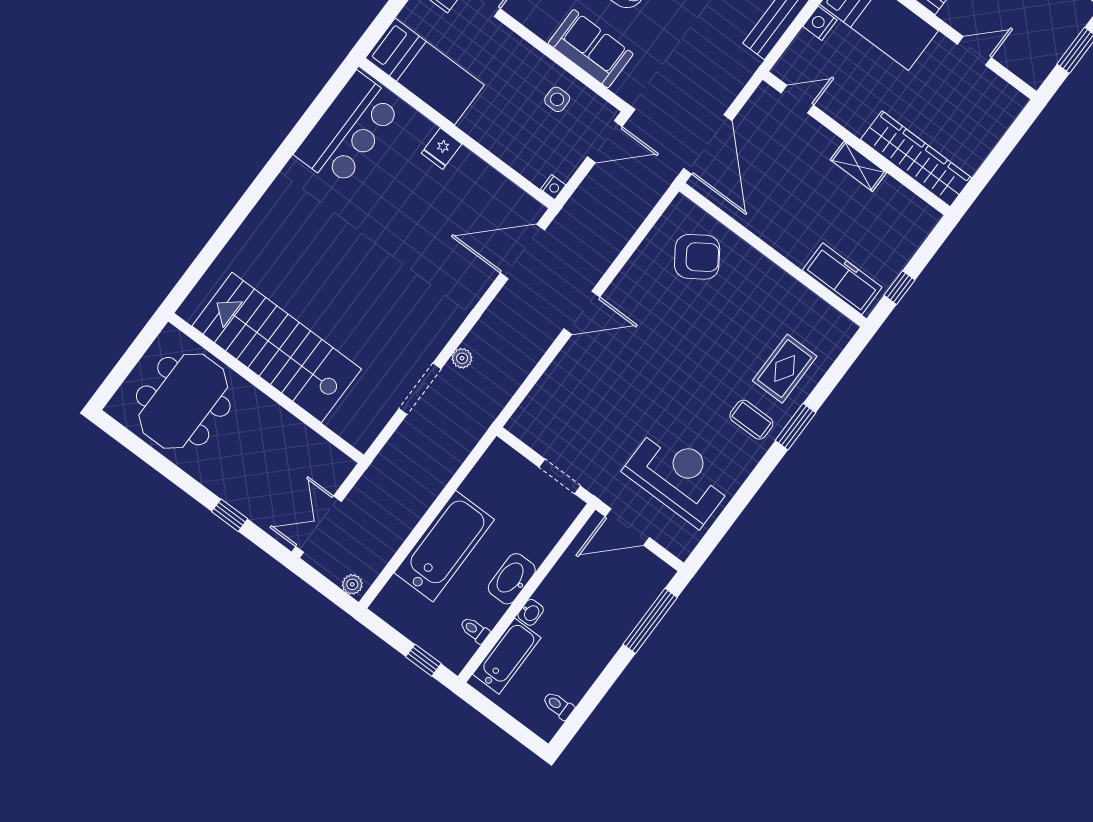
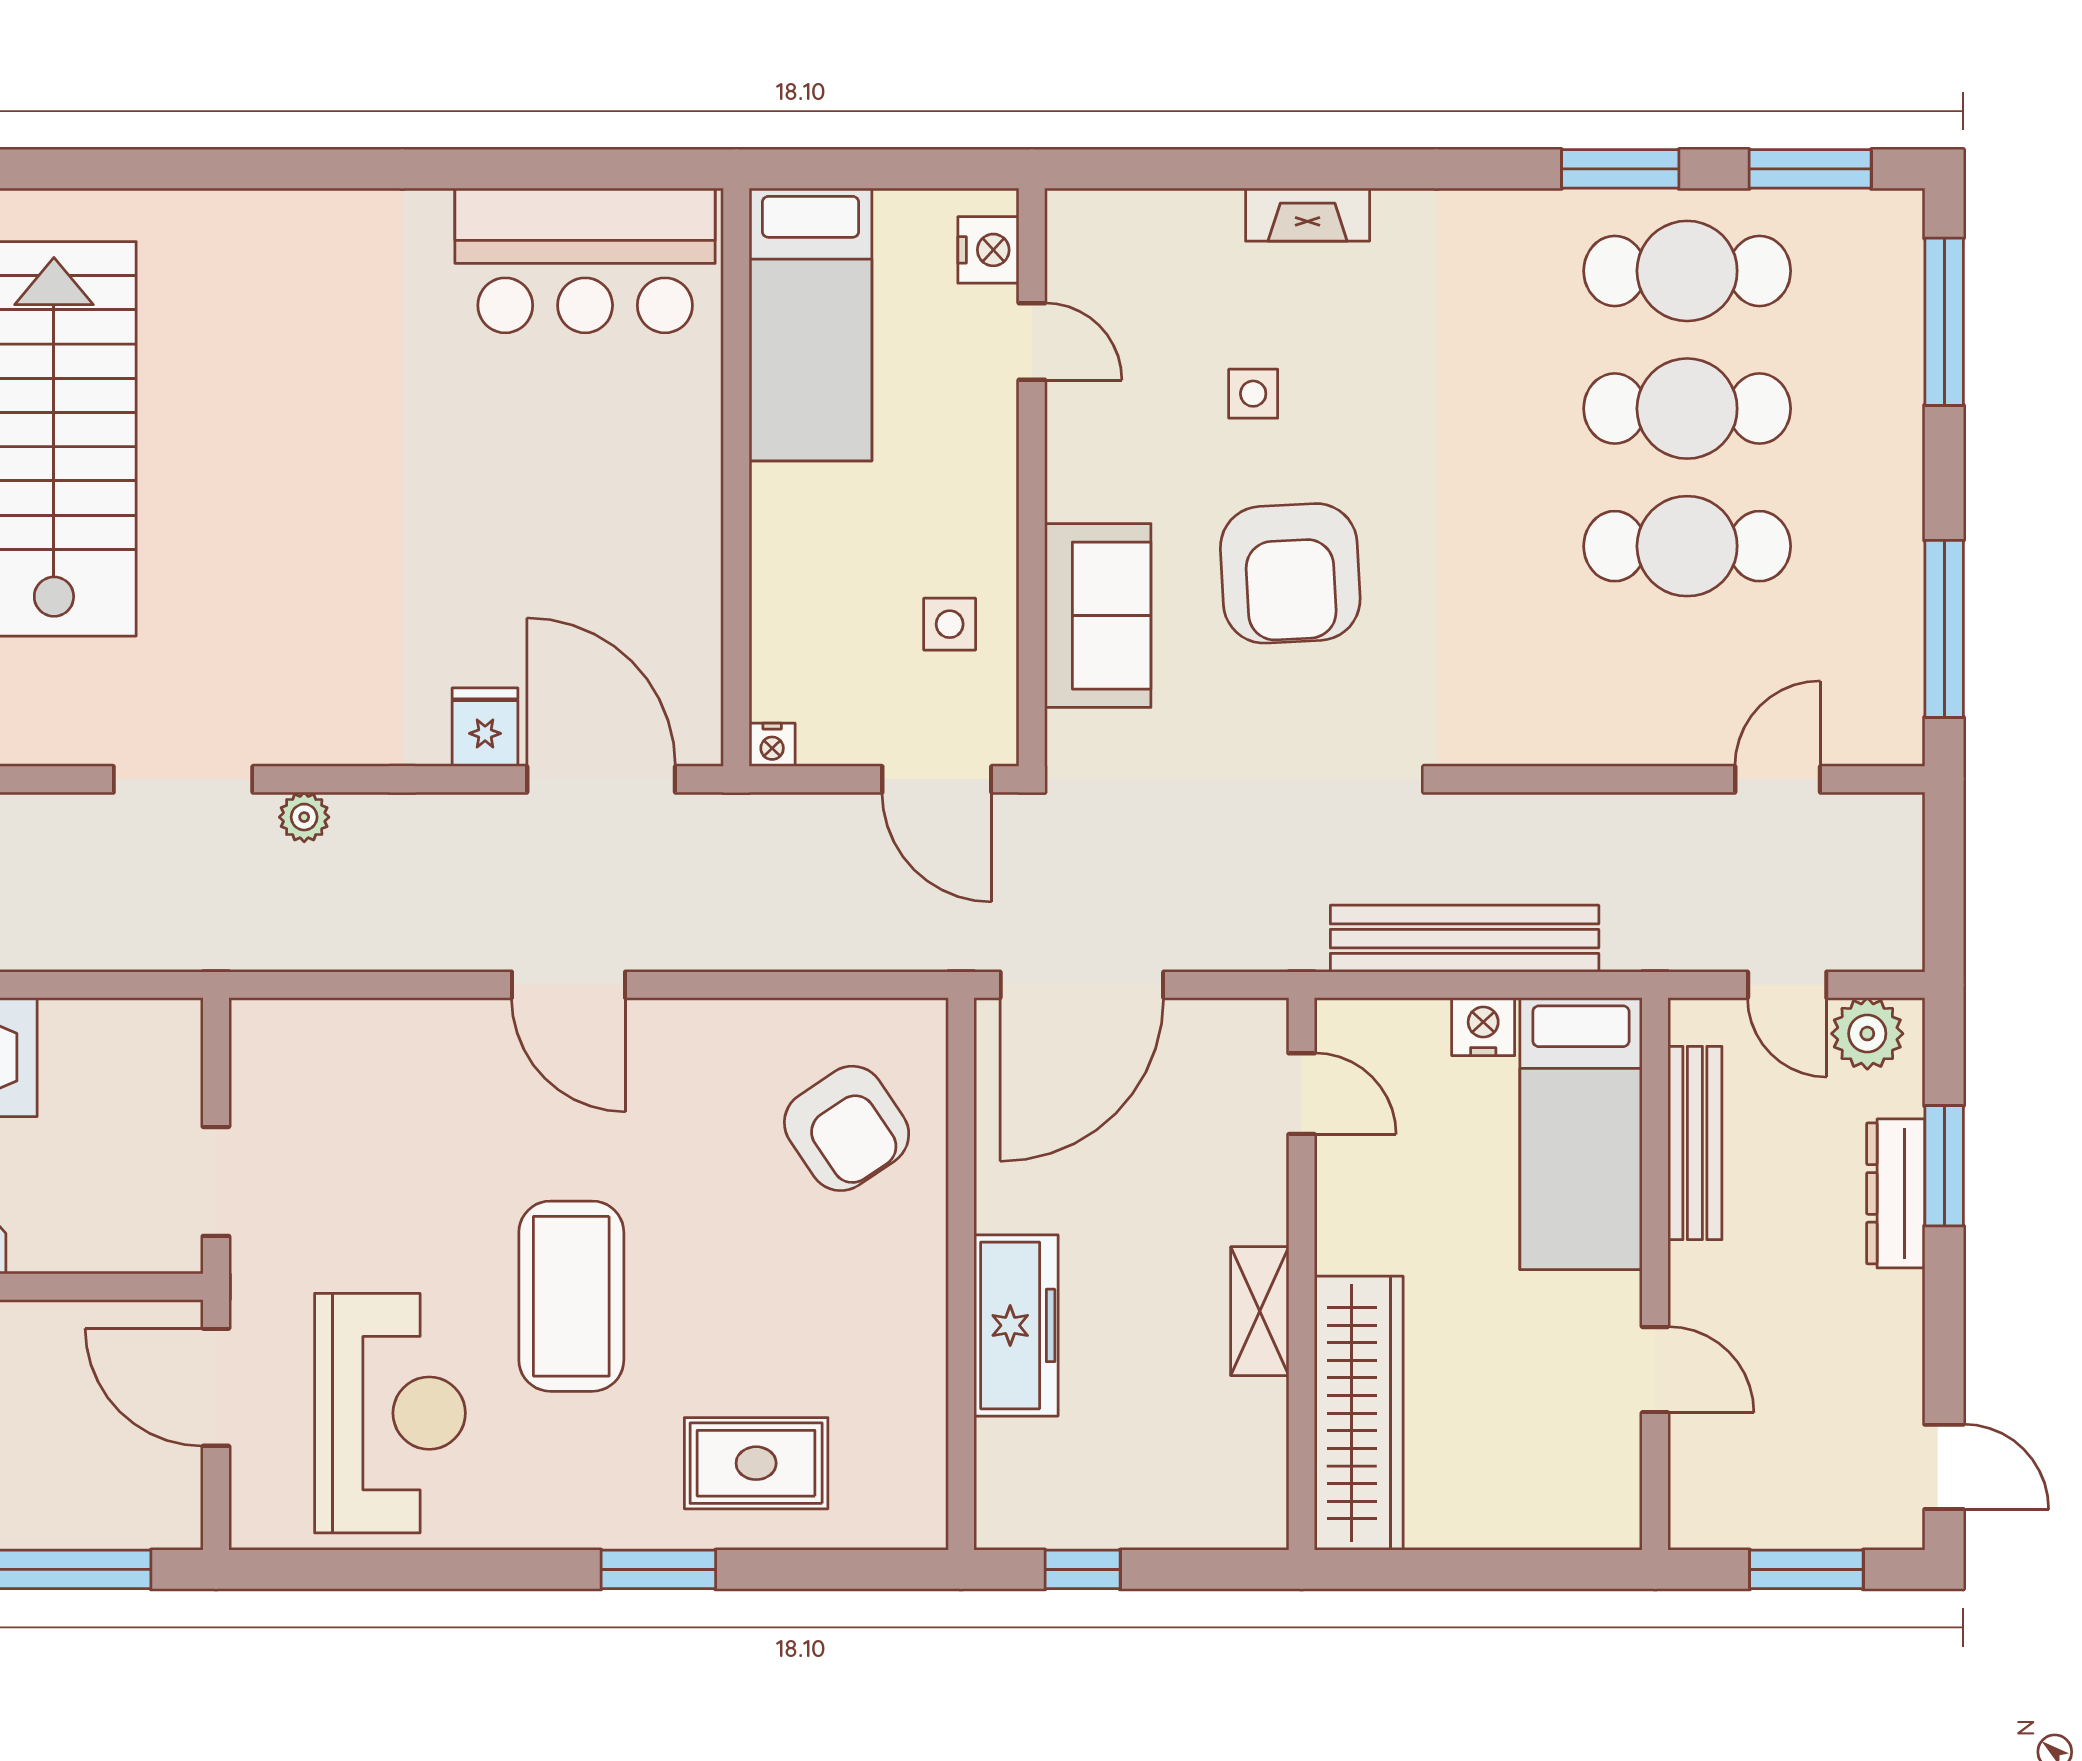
fridge: (442, 149) -> (485, 727), moved, turned 90
freezer: (842, 279) -> (1016, 1325), moved
coffee table: (751, 420) -> (571, 1296), moved, width x1.86, depth x1.72

